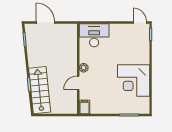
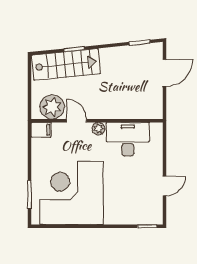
door: (140, 23) -> (164, 186), moved
desk: (94, 35) -> (128, 139), moved, turned -90
corner desk: (134, 80) -> (71, 193), width x1.36, depth x1.36
plant: (69, 100) -> (52, 107), added

